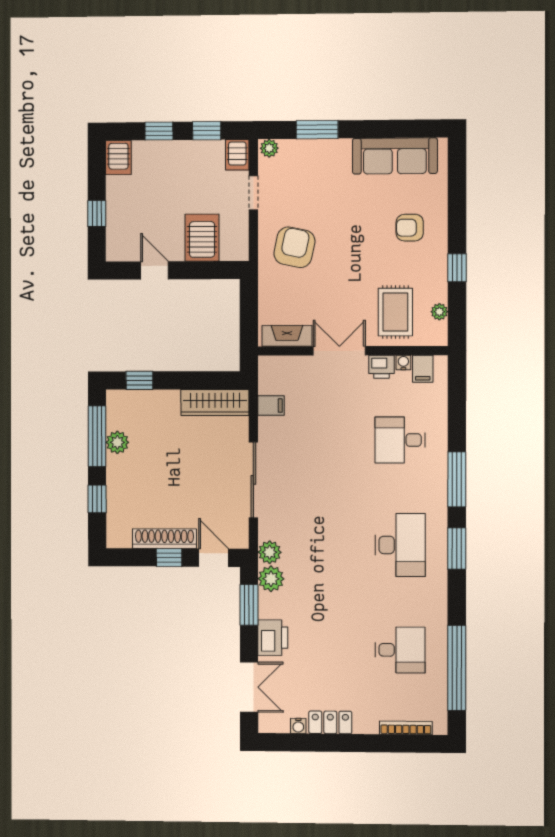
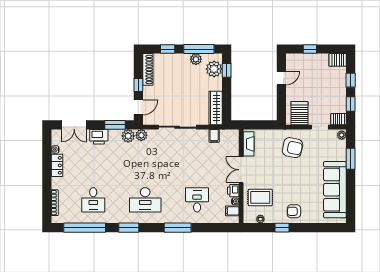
sofa: (395, 156) -> (335, 190), width x1.36, depth x1.27
armchair: (410, 228) -> (294, 211), moved, turned -90
server rack: (202, 238) -> (299, 113), moved, turned -90
double door: (339, 351) -> (241, 170), swing flipped
plant: (137, 406) -> (214, 69), added
shoe rack: (165, 539) -> (148, 69), moved
window: (457, 549) -> (129, 228), moved

